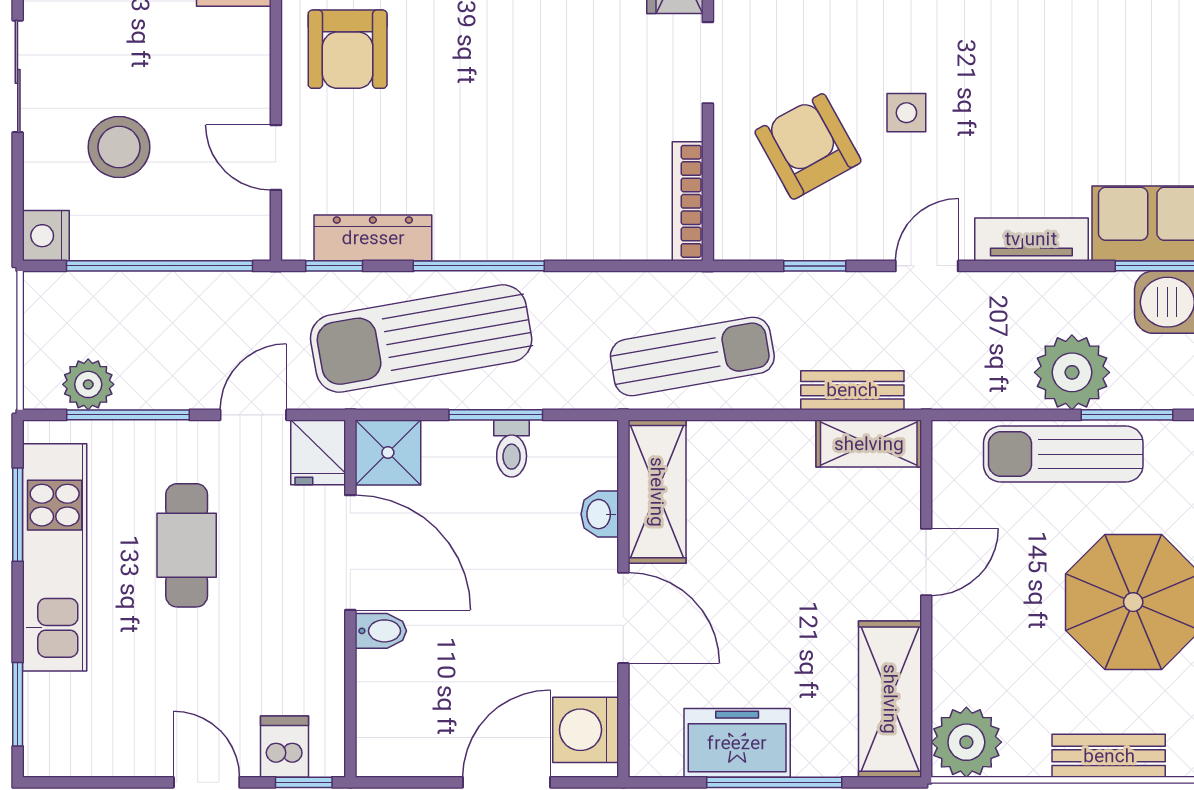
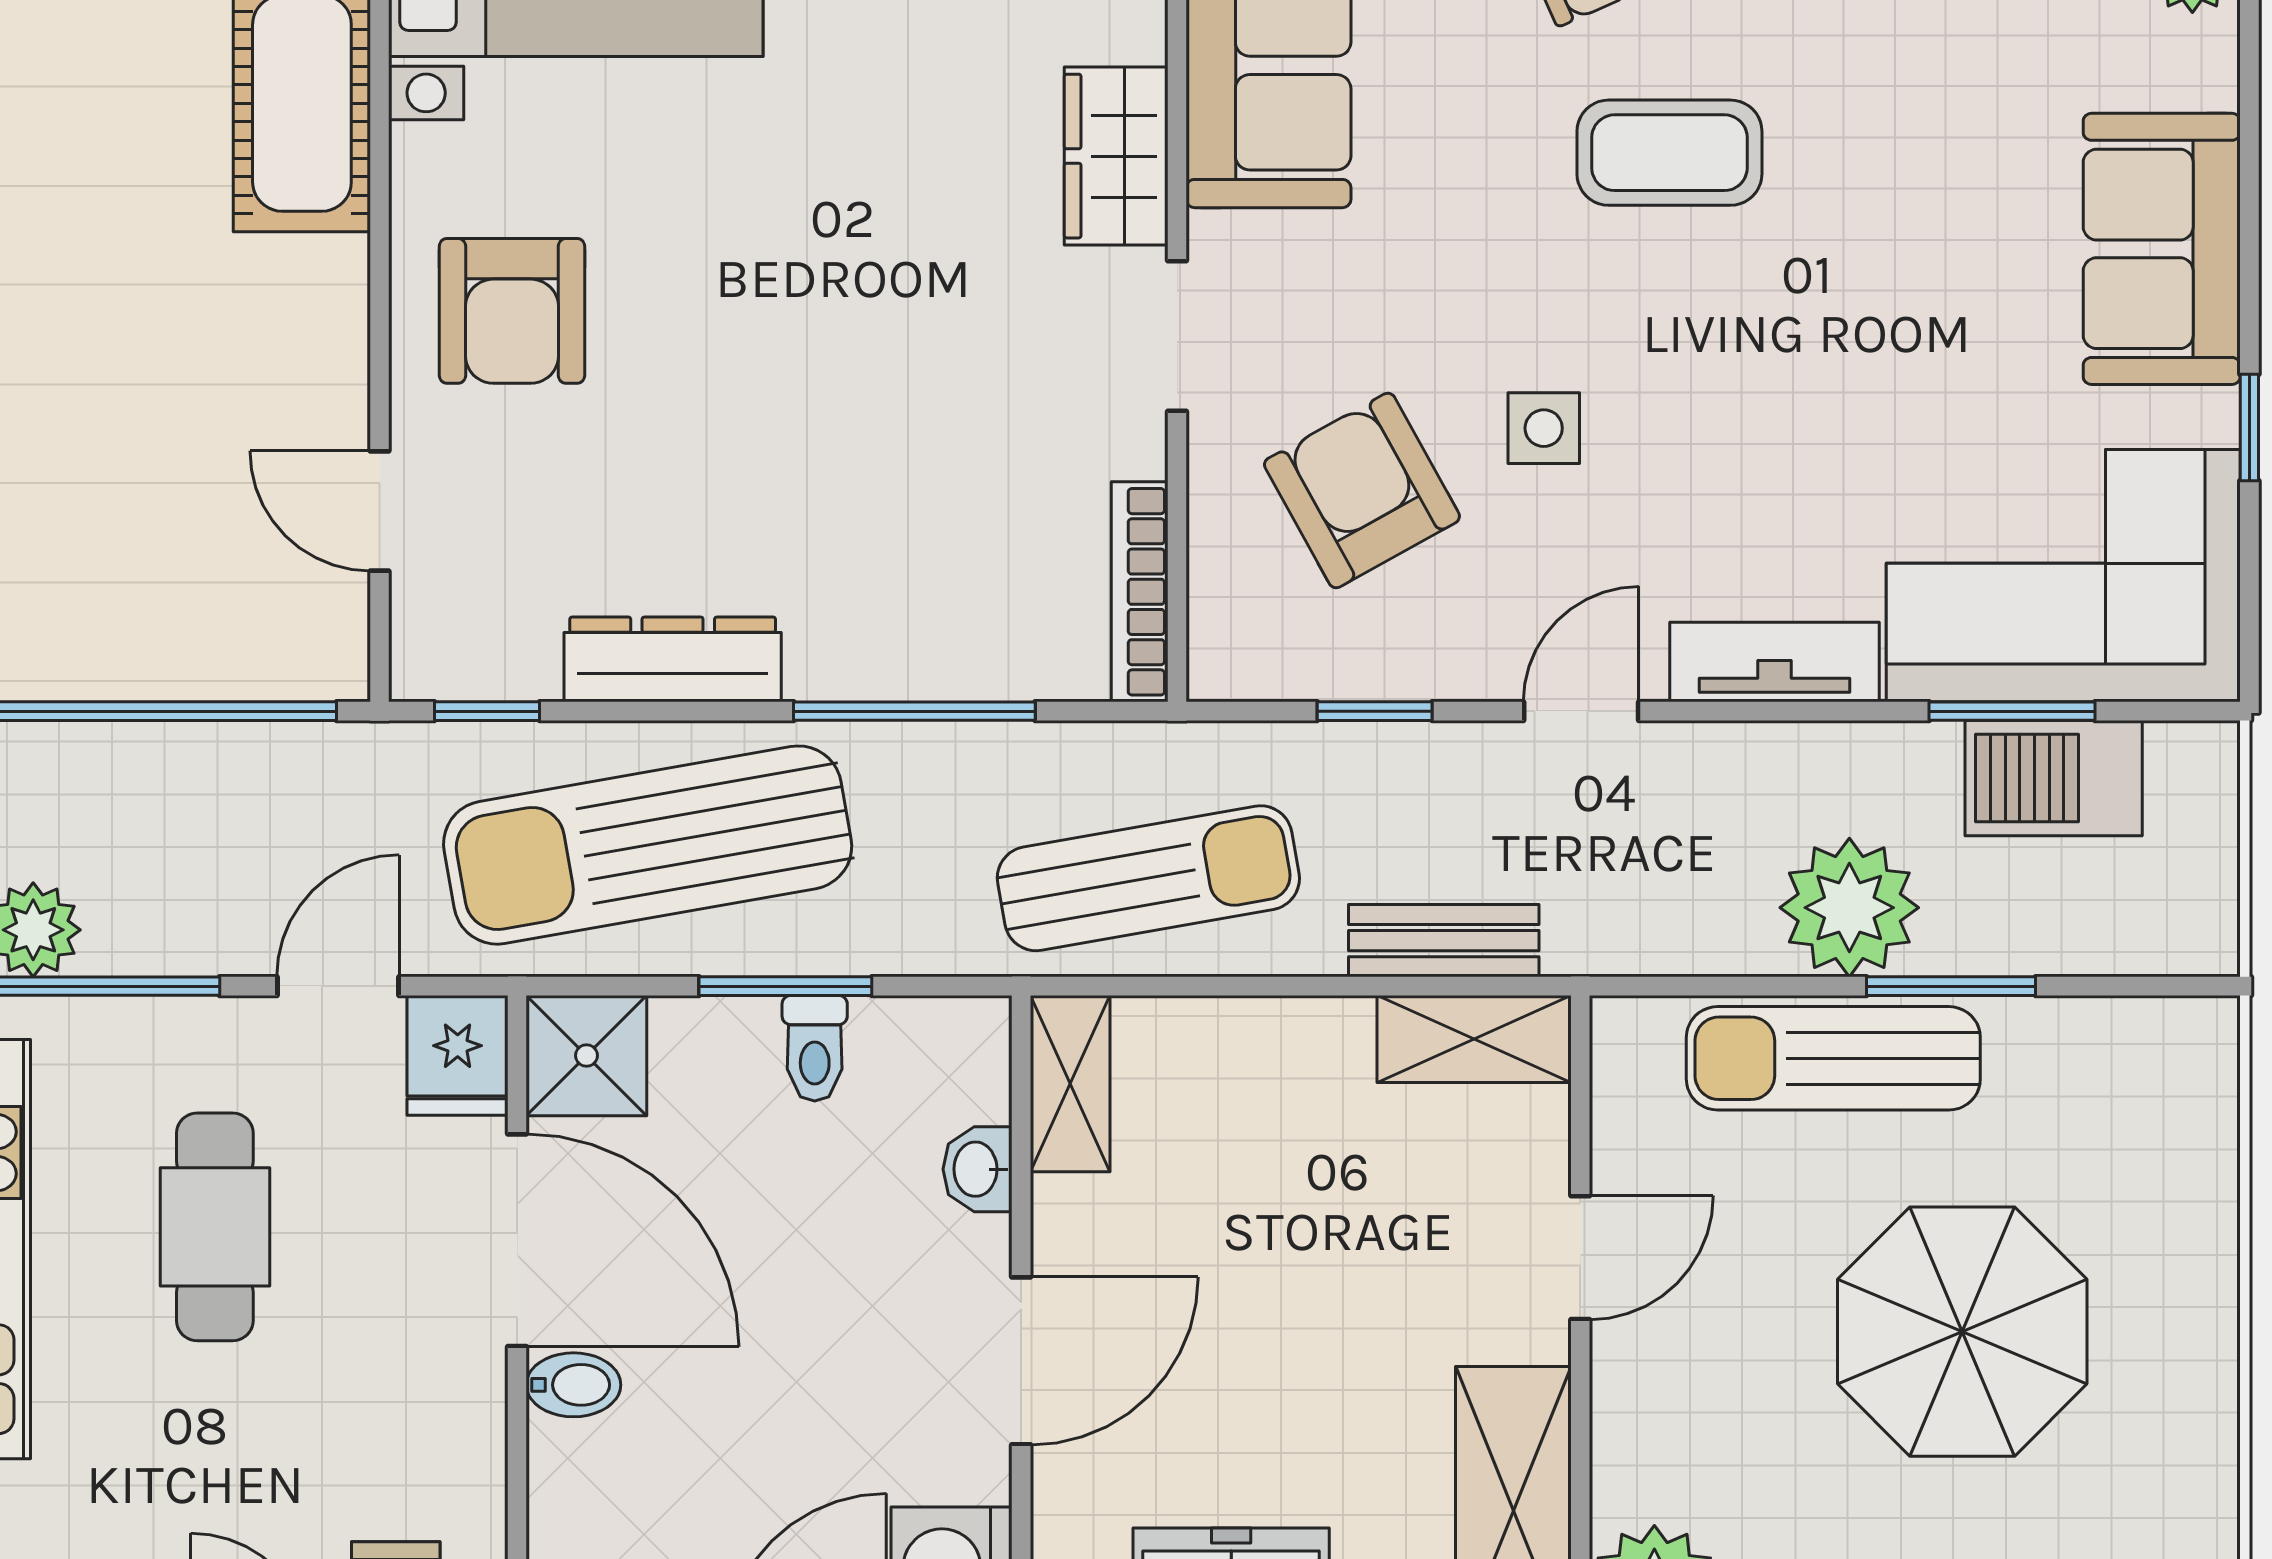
stool: (119, 147) -> (90, 492), removed
dresser: (373, 238) -> (673, 659), moved
window: (479, 266) -> (914, 711), moved
shelving: (657, 492) -> (1070, 1084), width x0.67, depth x0.75
door: (623, 618) -> (1021, 1361), hinge flipped

